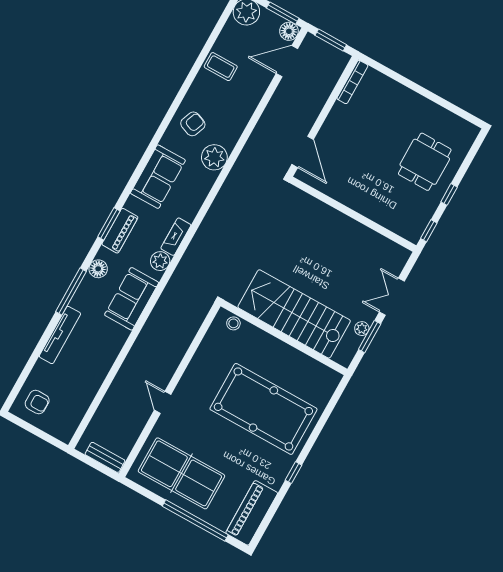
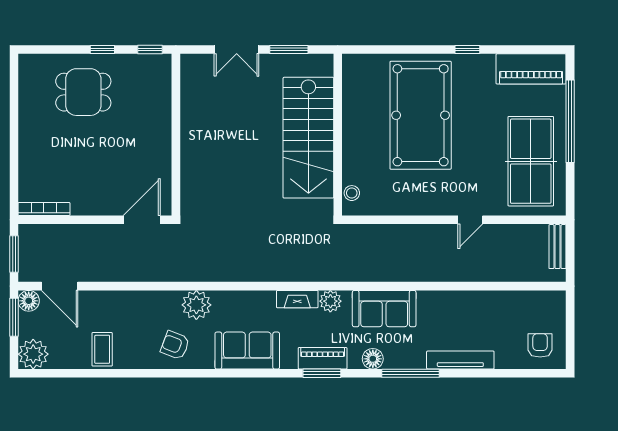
plant: (362, 329) -> (285, 62), removed

